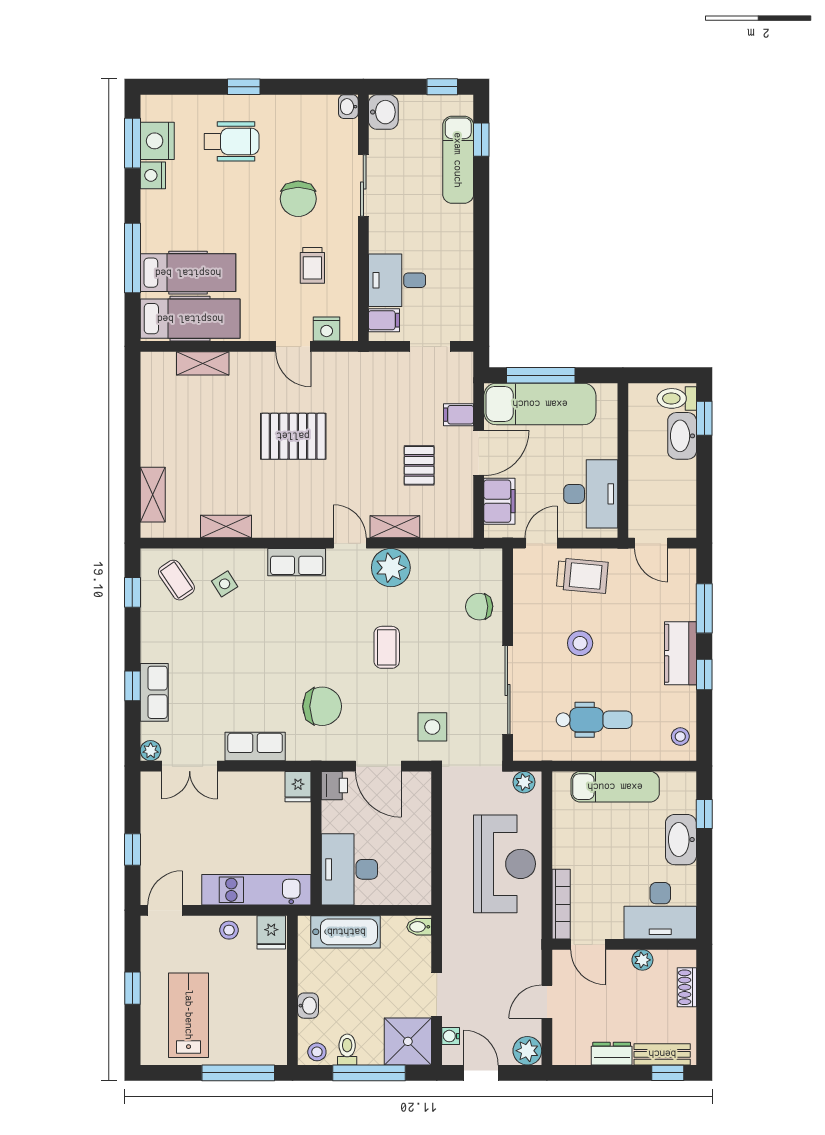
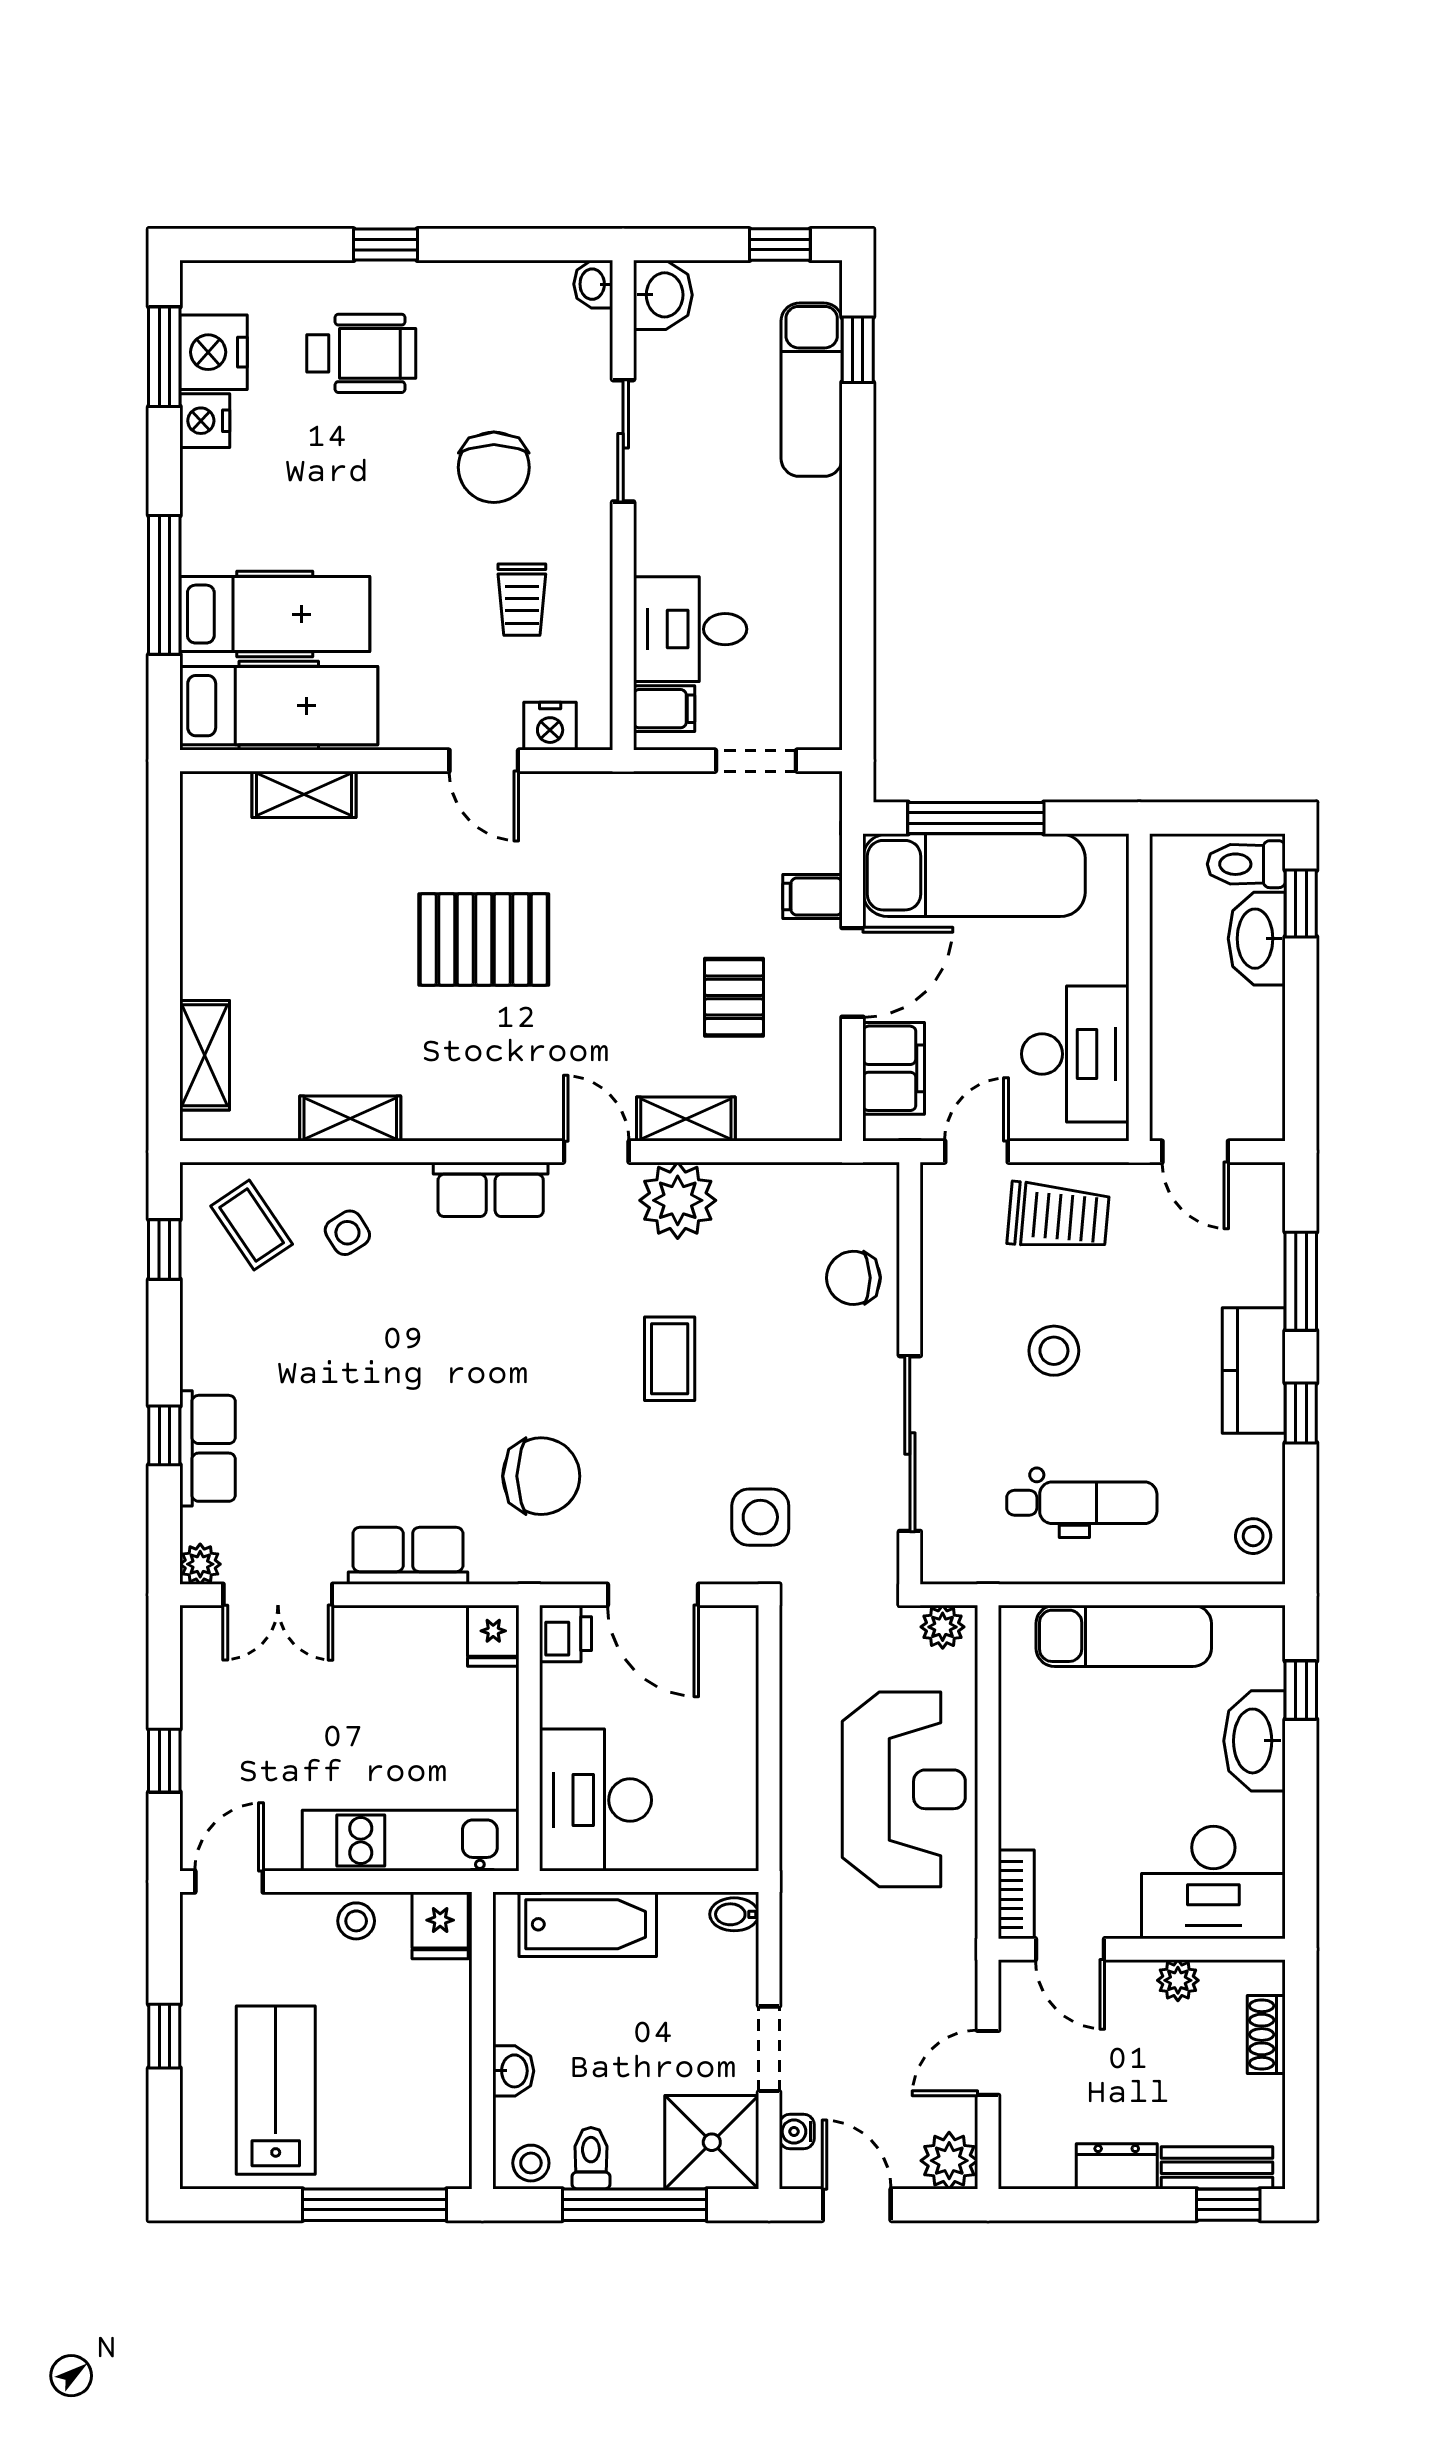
bookcase: (561, 904) -> (1016, 1894), width x0.64

